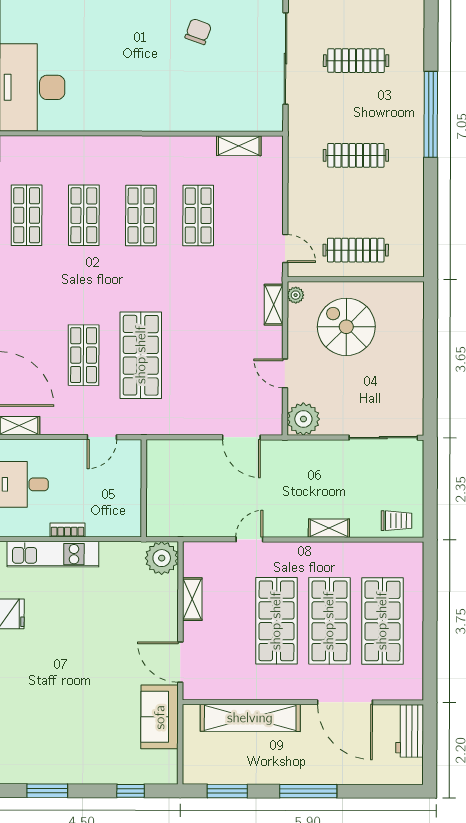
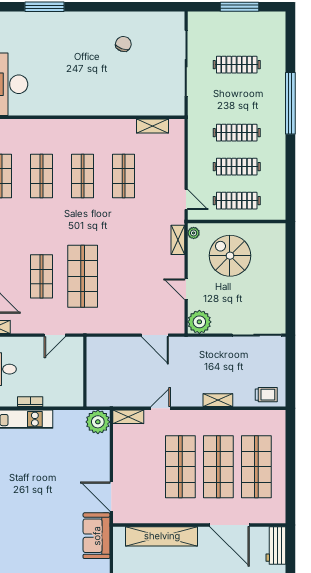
clothes rail: (356, 203) -> (237, 167), added
shelving: (192, 599) -> (128, 417), moved, turned 90

